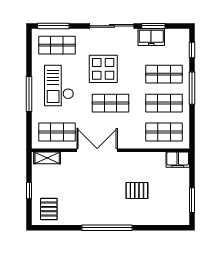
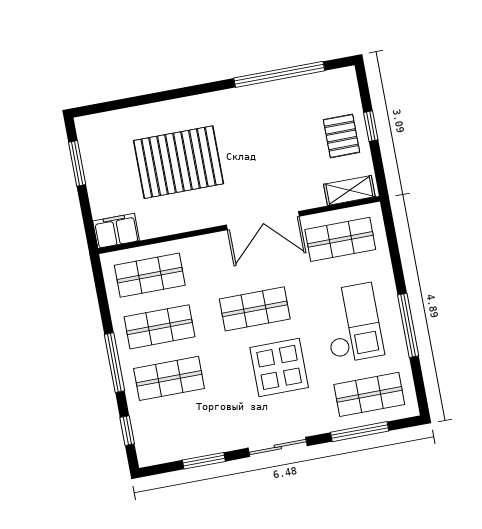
window: (53, 26) -> (360, 432), moved
sliding door: (112, 26) -> (278, 447), width x0.73
freezer: (151, 37) -> (204, 440), removed
window: (29, 94) -> (408, 325), moved
pallet: (137, 190) -> (178, 162), width x2.05, depth x2.00
pallet: (49, 209) -> (341, 136), moved
window: (107, 228) -> (279, 74), moved

